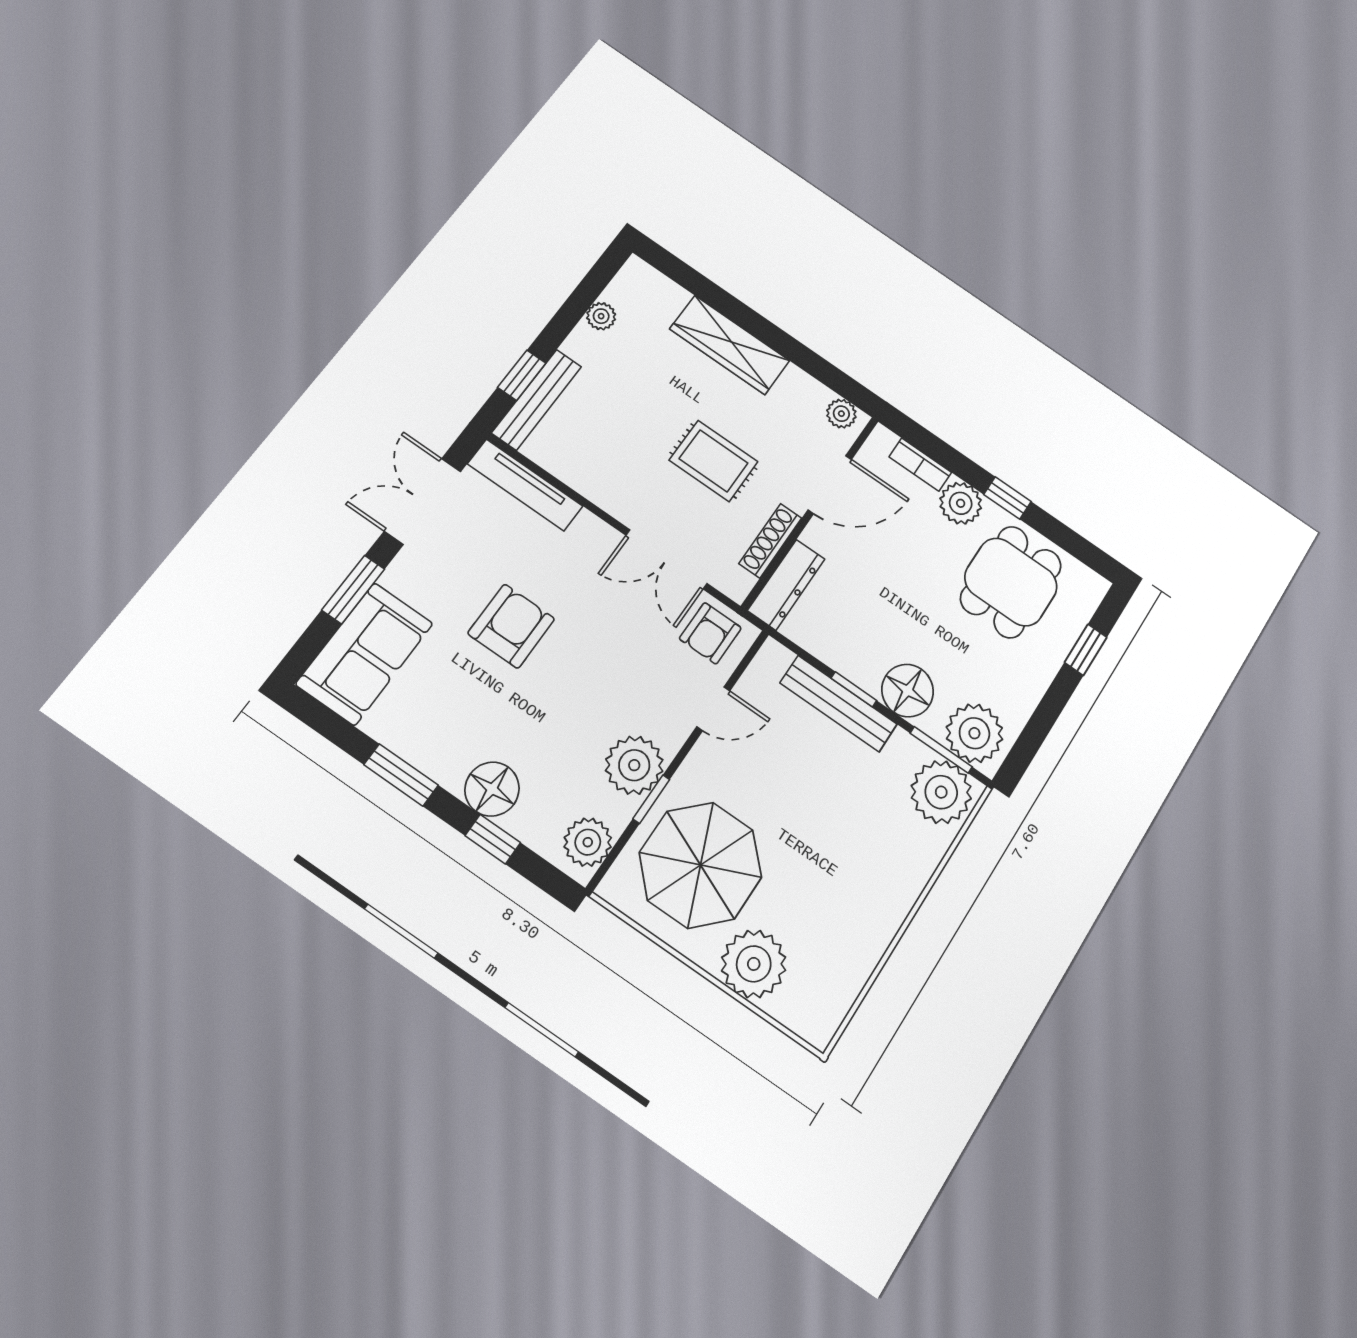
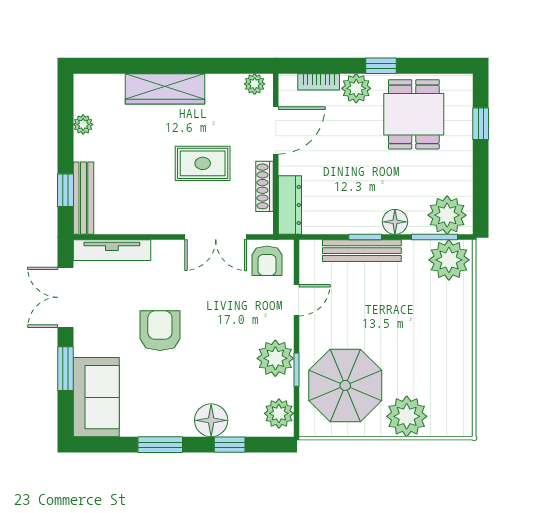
floor lamp: (908, 691) -> (395, 222), width x0.73, depth x0.73

